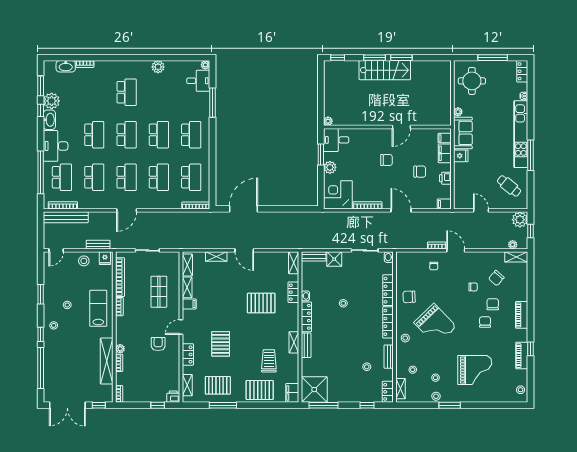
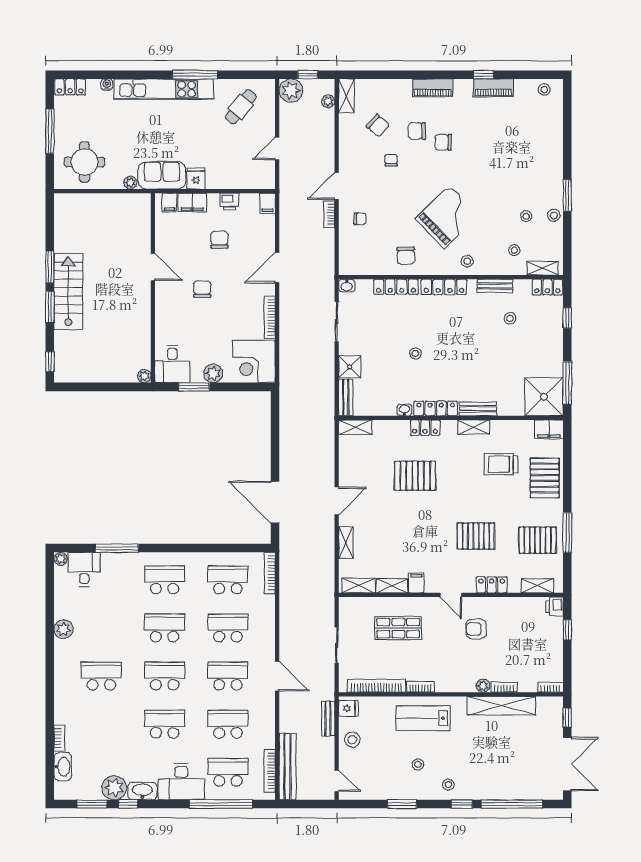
locker: (293, 292) -> (425, 428), moved
pallet: (261, 303) -> (415, 476), turned 90
grand piano: (475, 370) -> (515, 158), removed
pallet: (218, 385) -> (538, 540), turned 90

